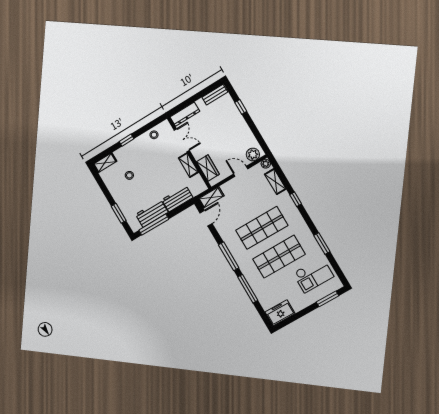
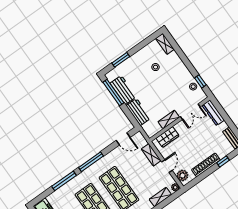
shoe rack: (243, 127) -> (206, 165), added
window: (126, 140) -> (200, 81), moved
shelving: (211, 197) -> (151, 155), moved

